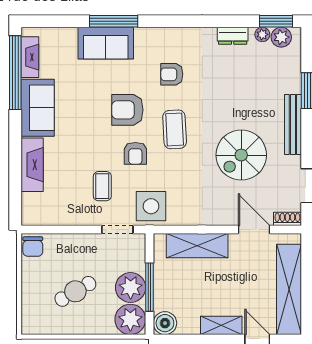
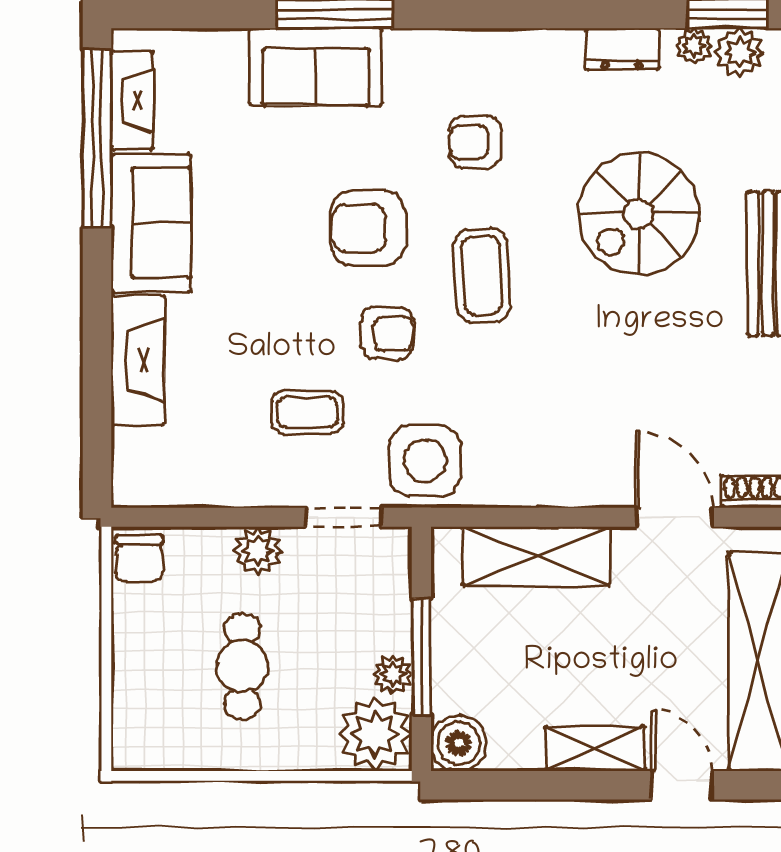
armchair: (135, 153) -> (387, 333), turned -90
spiral stairs: (241, 155) -> (639, 214), moved
coffee table: (102, 186) -> (307, 412), turned 90
plant: (82, 243) -> (258, 551), added
plant: (131, 287) -> (393, 674), width x0.53, depth x0.53
cafe table: (75, 291) -> (242, 666), turned -60

